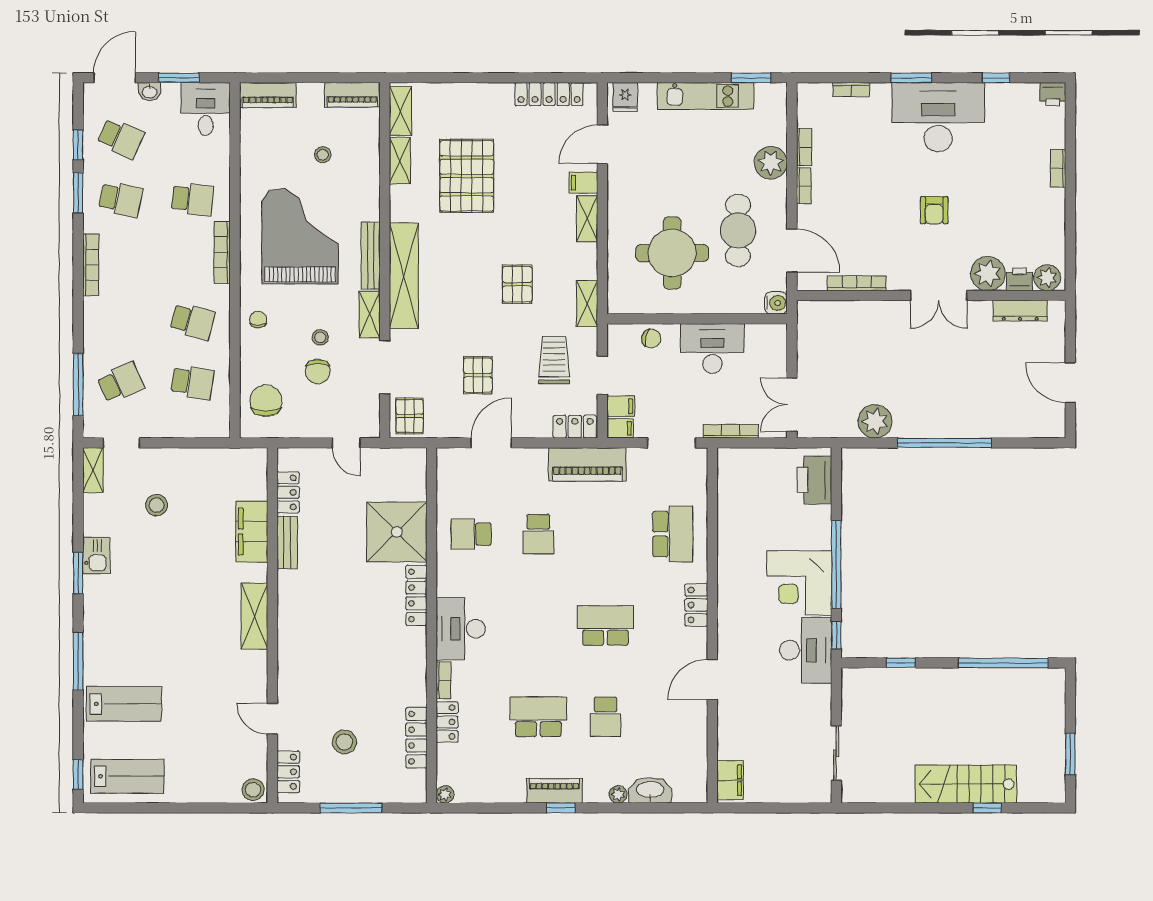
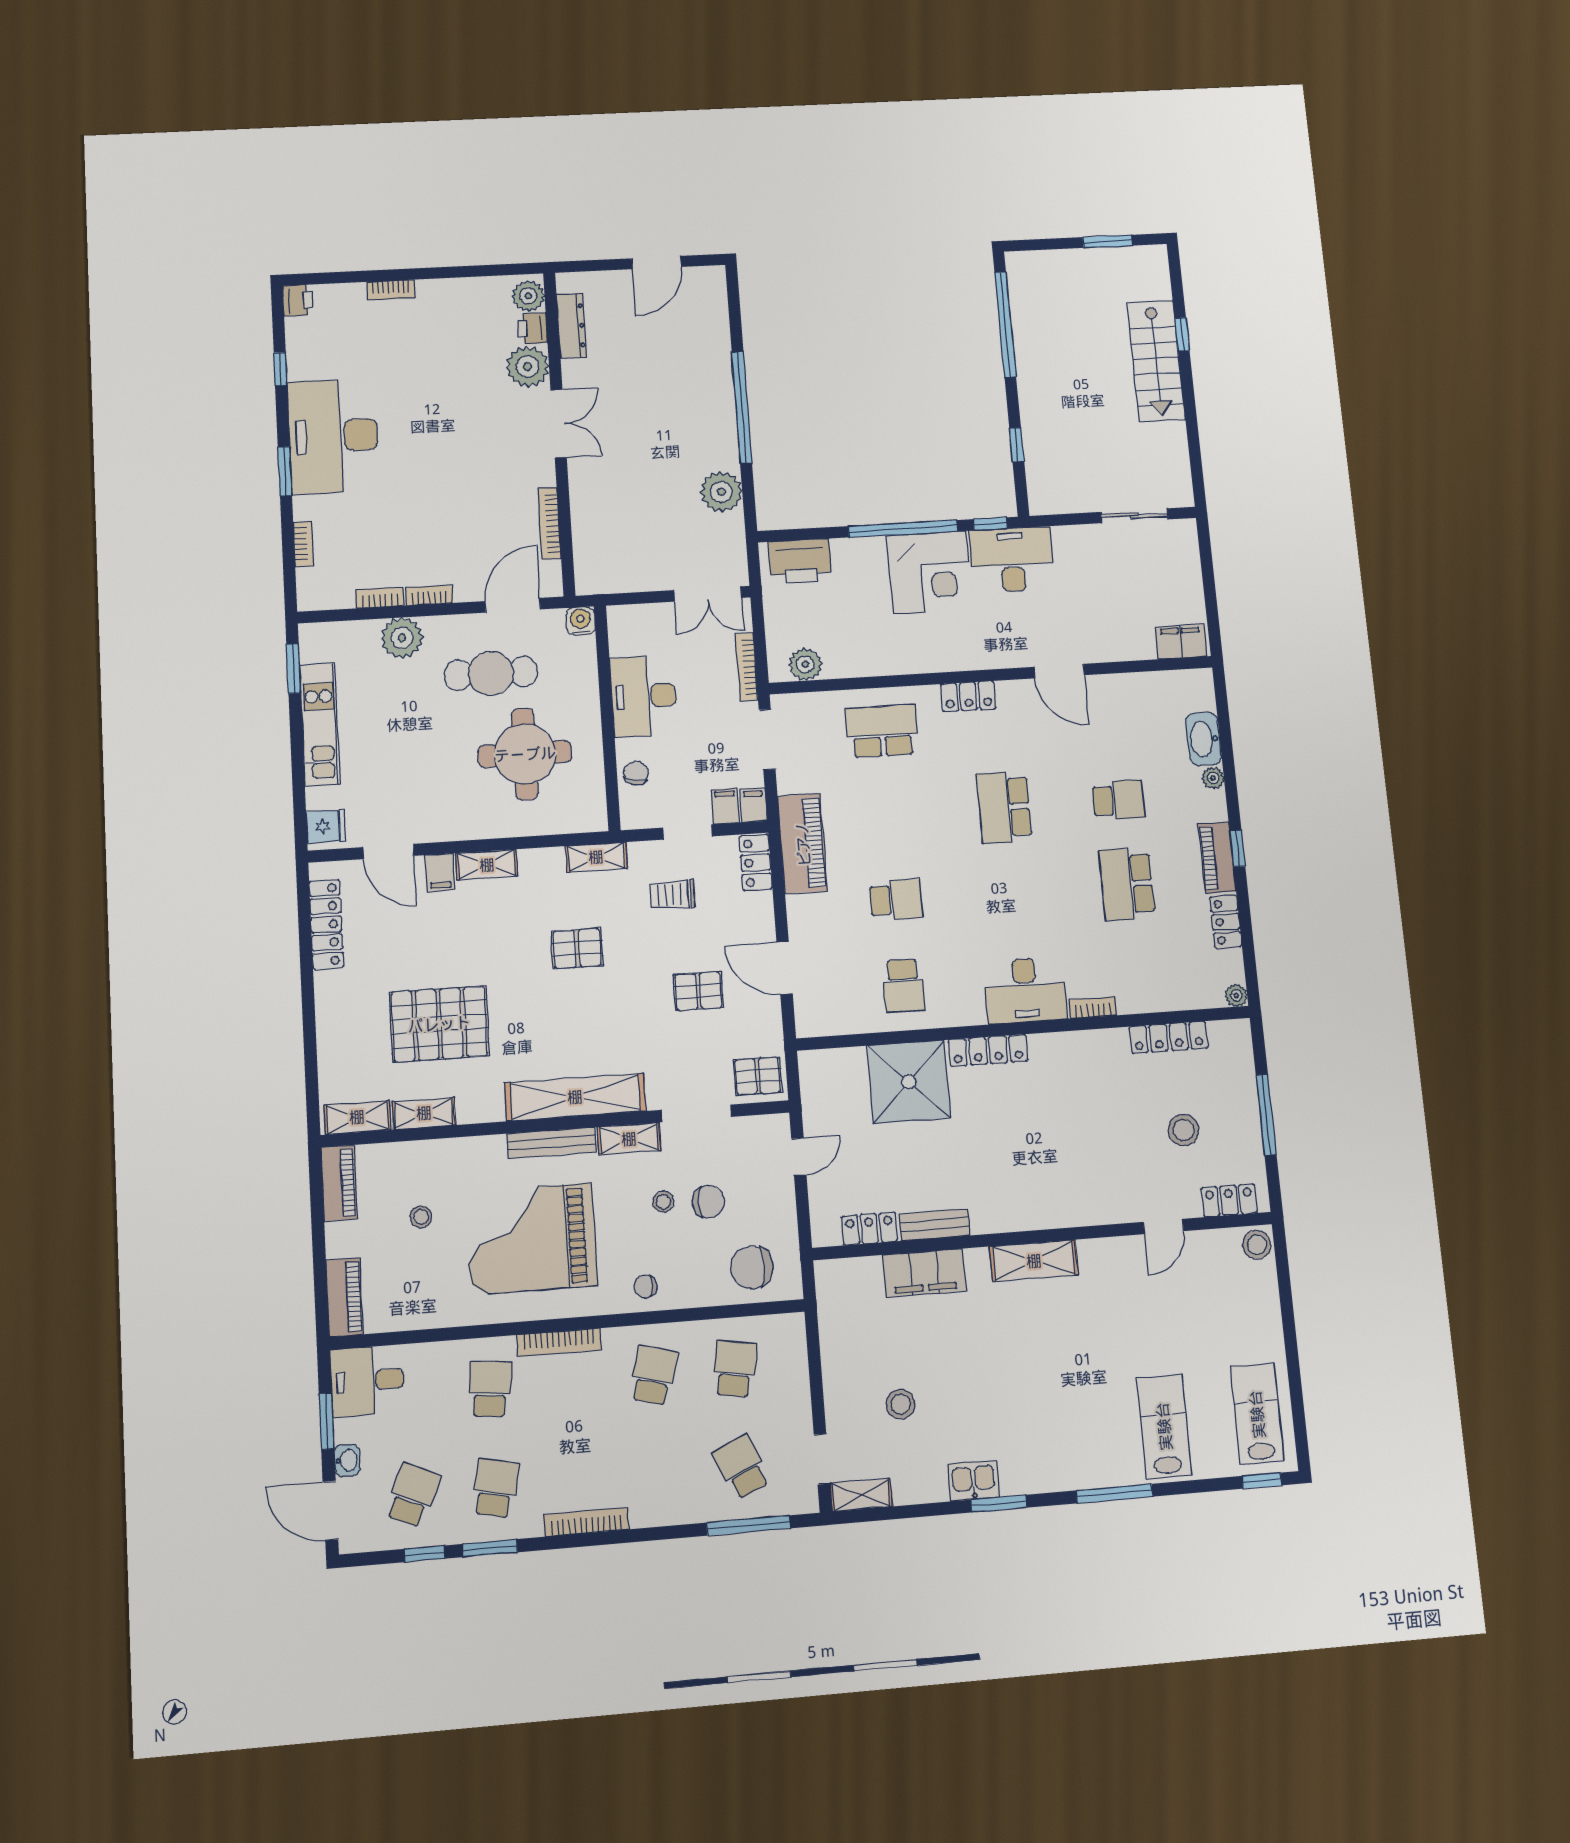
armchair: (934, 210) -> (452, 435), removed
trolley: (554, 360) -> (672, 895), width x0.73, depth x0.72
plant: (730, 478) -> (805, 664), added
locker: (447, 722) -> (1226, 922), moved, turned -90

